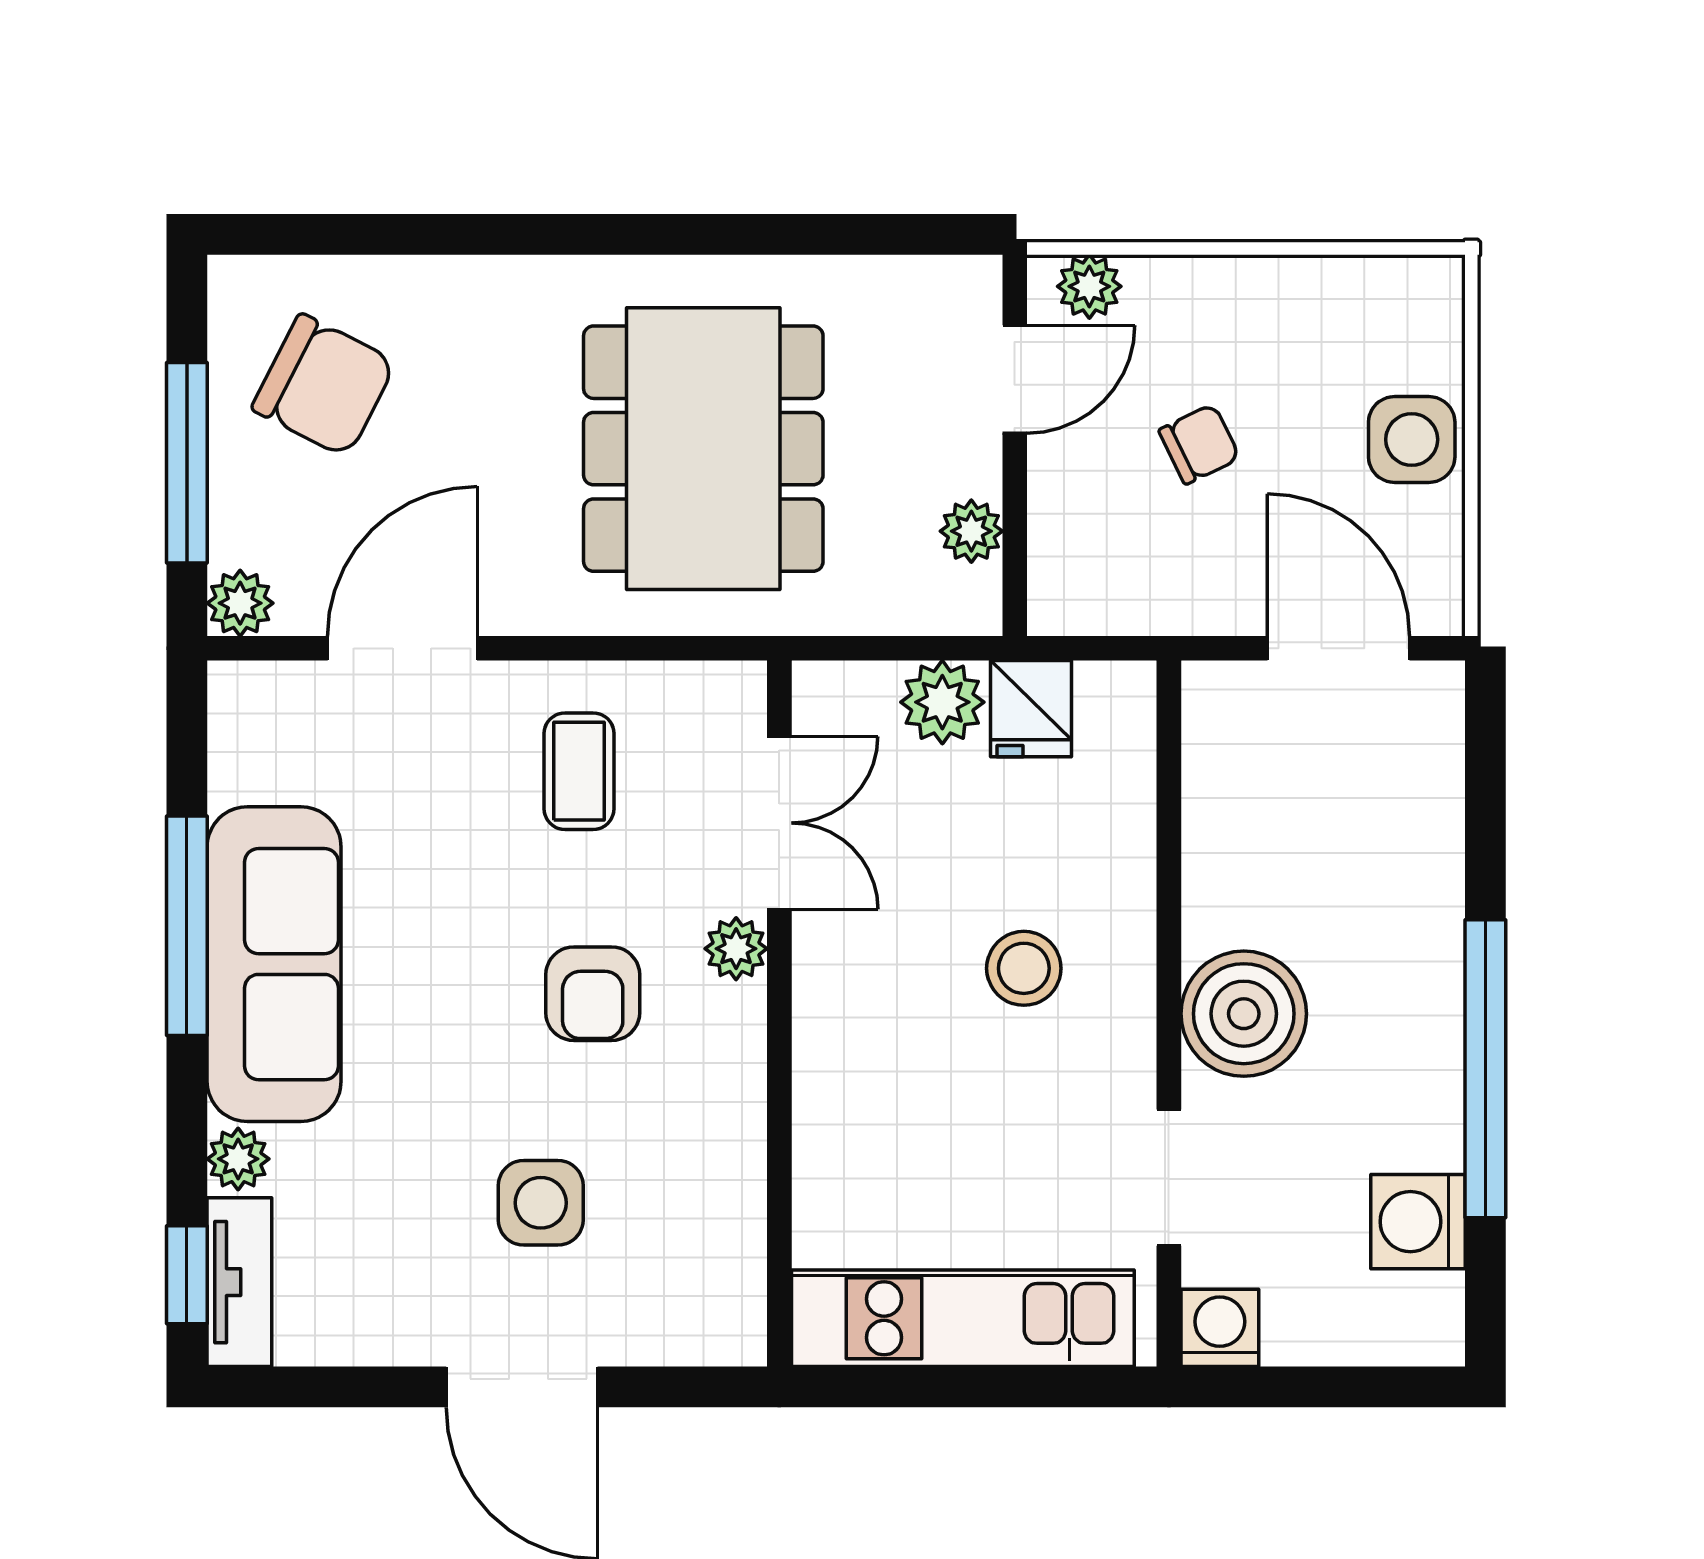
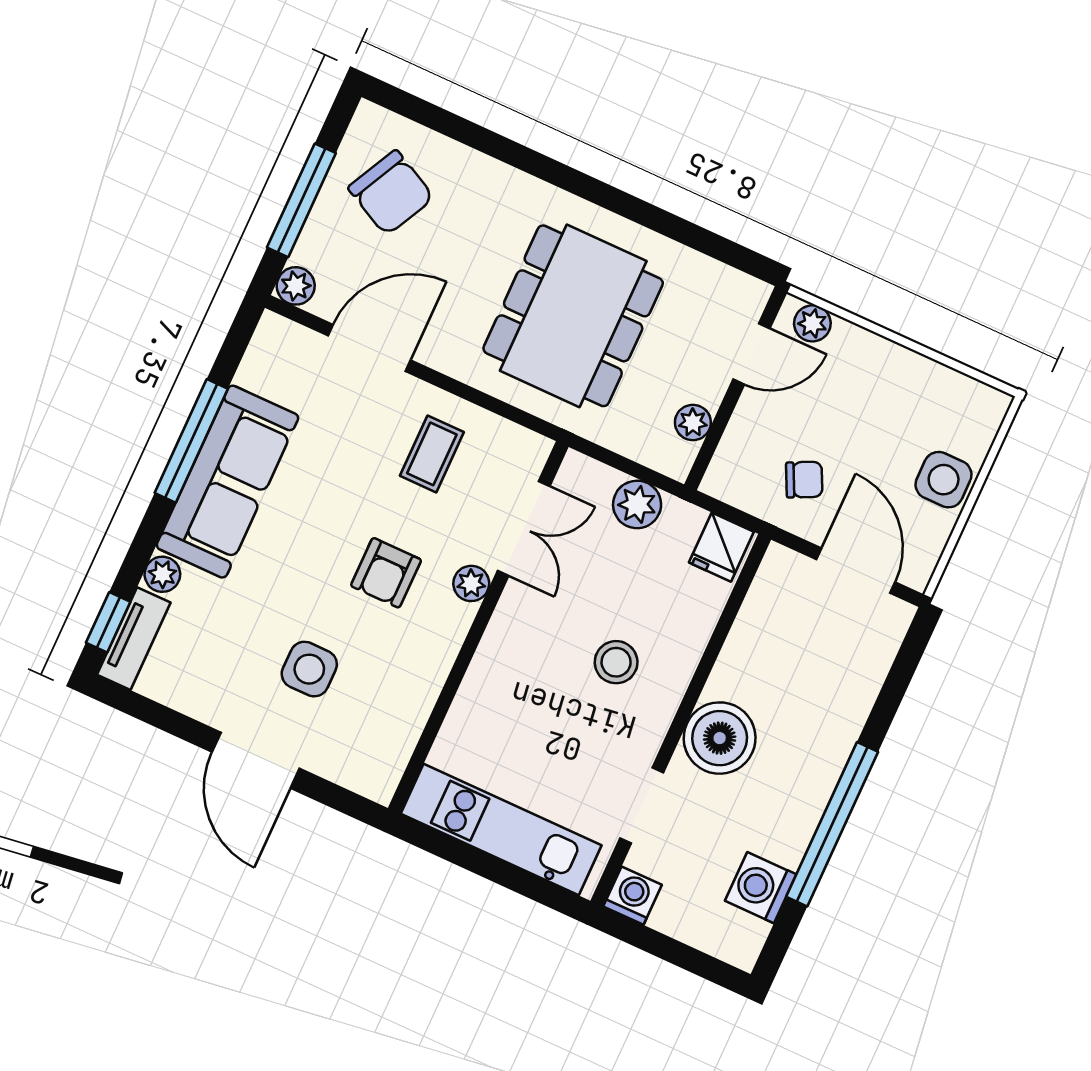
chair: (1199, 444) -> (804, 480), moved
fridge: (1031, 709) -> (721, 547), moved

